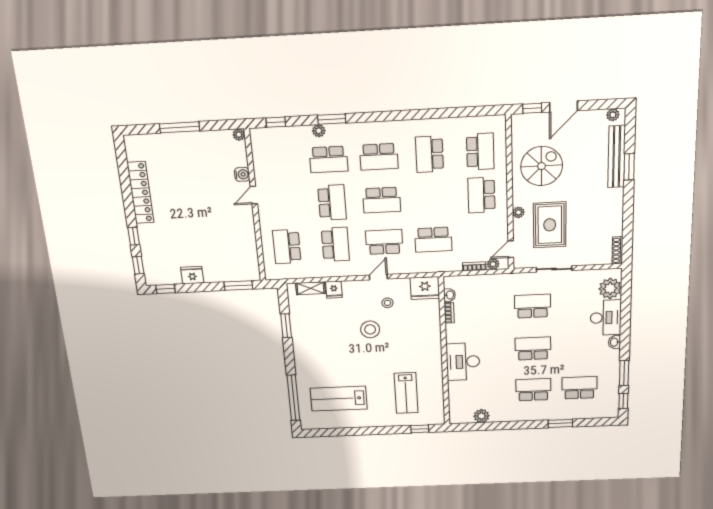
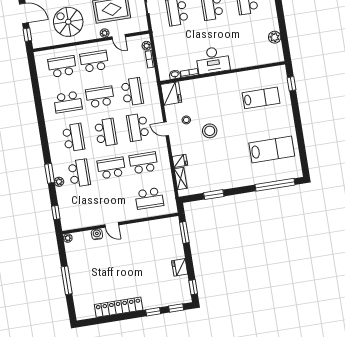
school desk: (481, 195) -> (94, 61), turned 180
school desk: (431, 198) -> (100, 97), added
door: (511, 249) -> (119, 37), moved
desk: (463, 362) -> (213, 60), moved
lab bench: (339, 399) -> (272, 149), turned -90

